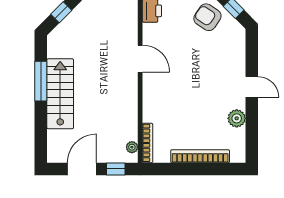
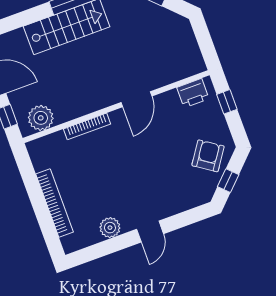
bookcase: (148, 143) -> (87, 126), moved
plant: (132, 147) -> (41, 118), width x1.87, depth x1.87

